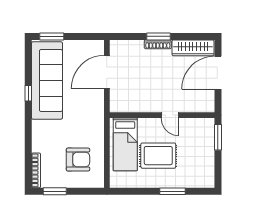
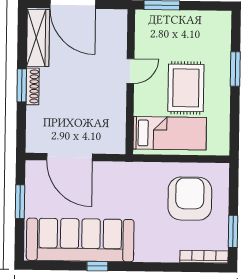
window: (52, 36) -> (20, 202), moved
armchair: (78, 160) -> (190, 199), width x1.36, depth x1.36

